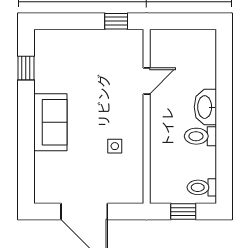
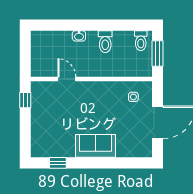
washbasin: (205, 107) -> (79, 36), width x0.52, depth x0.69
side table: (115, 146) -> (133, 97), moved
window: (183, 212) -> (158, 54), width x1.50

